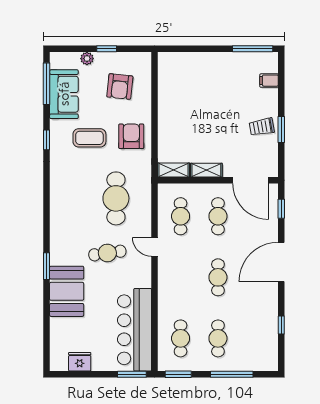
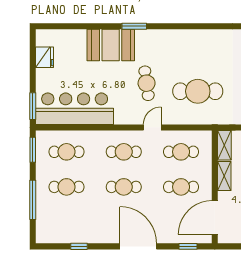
cafe table: (181, 277) -> (124, 152), added

